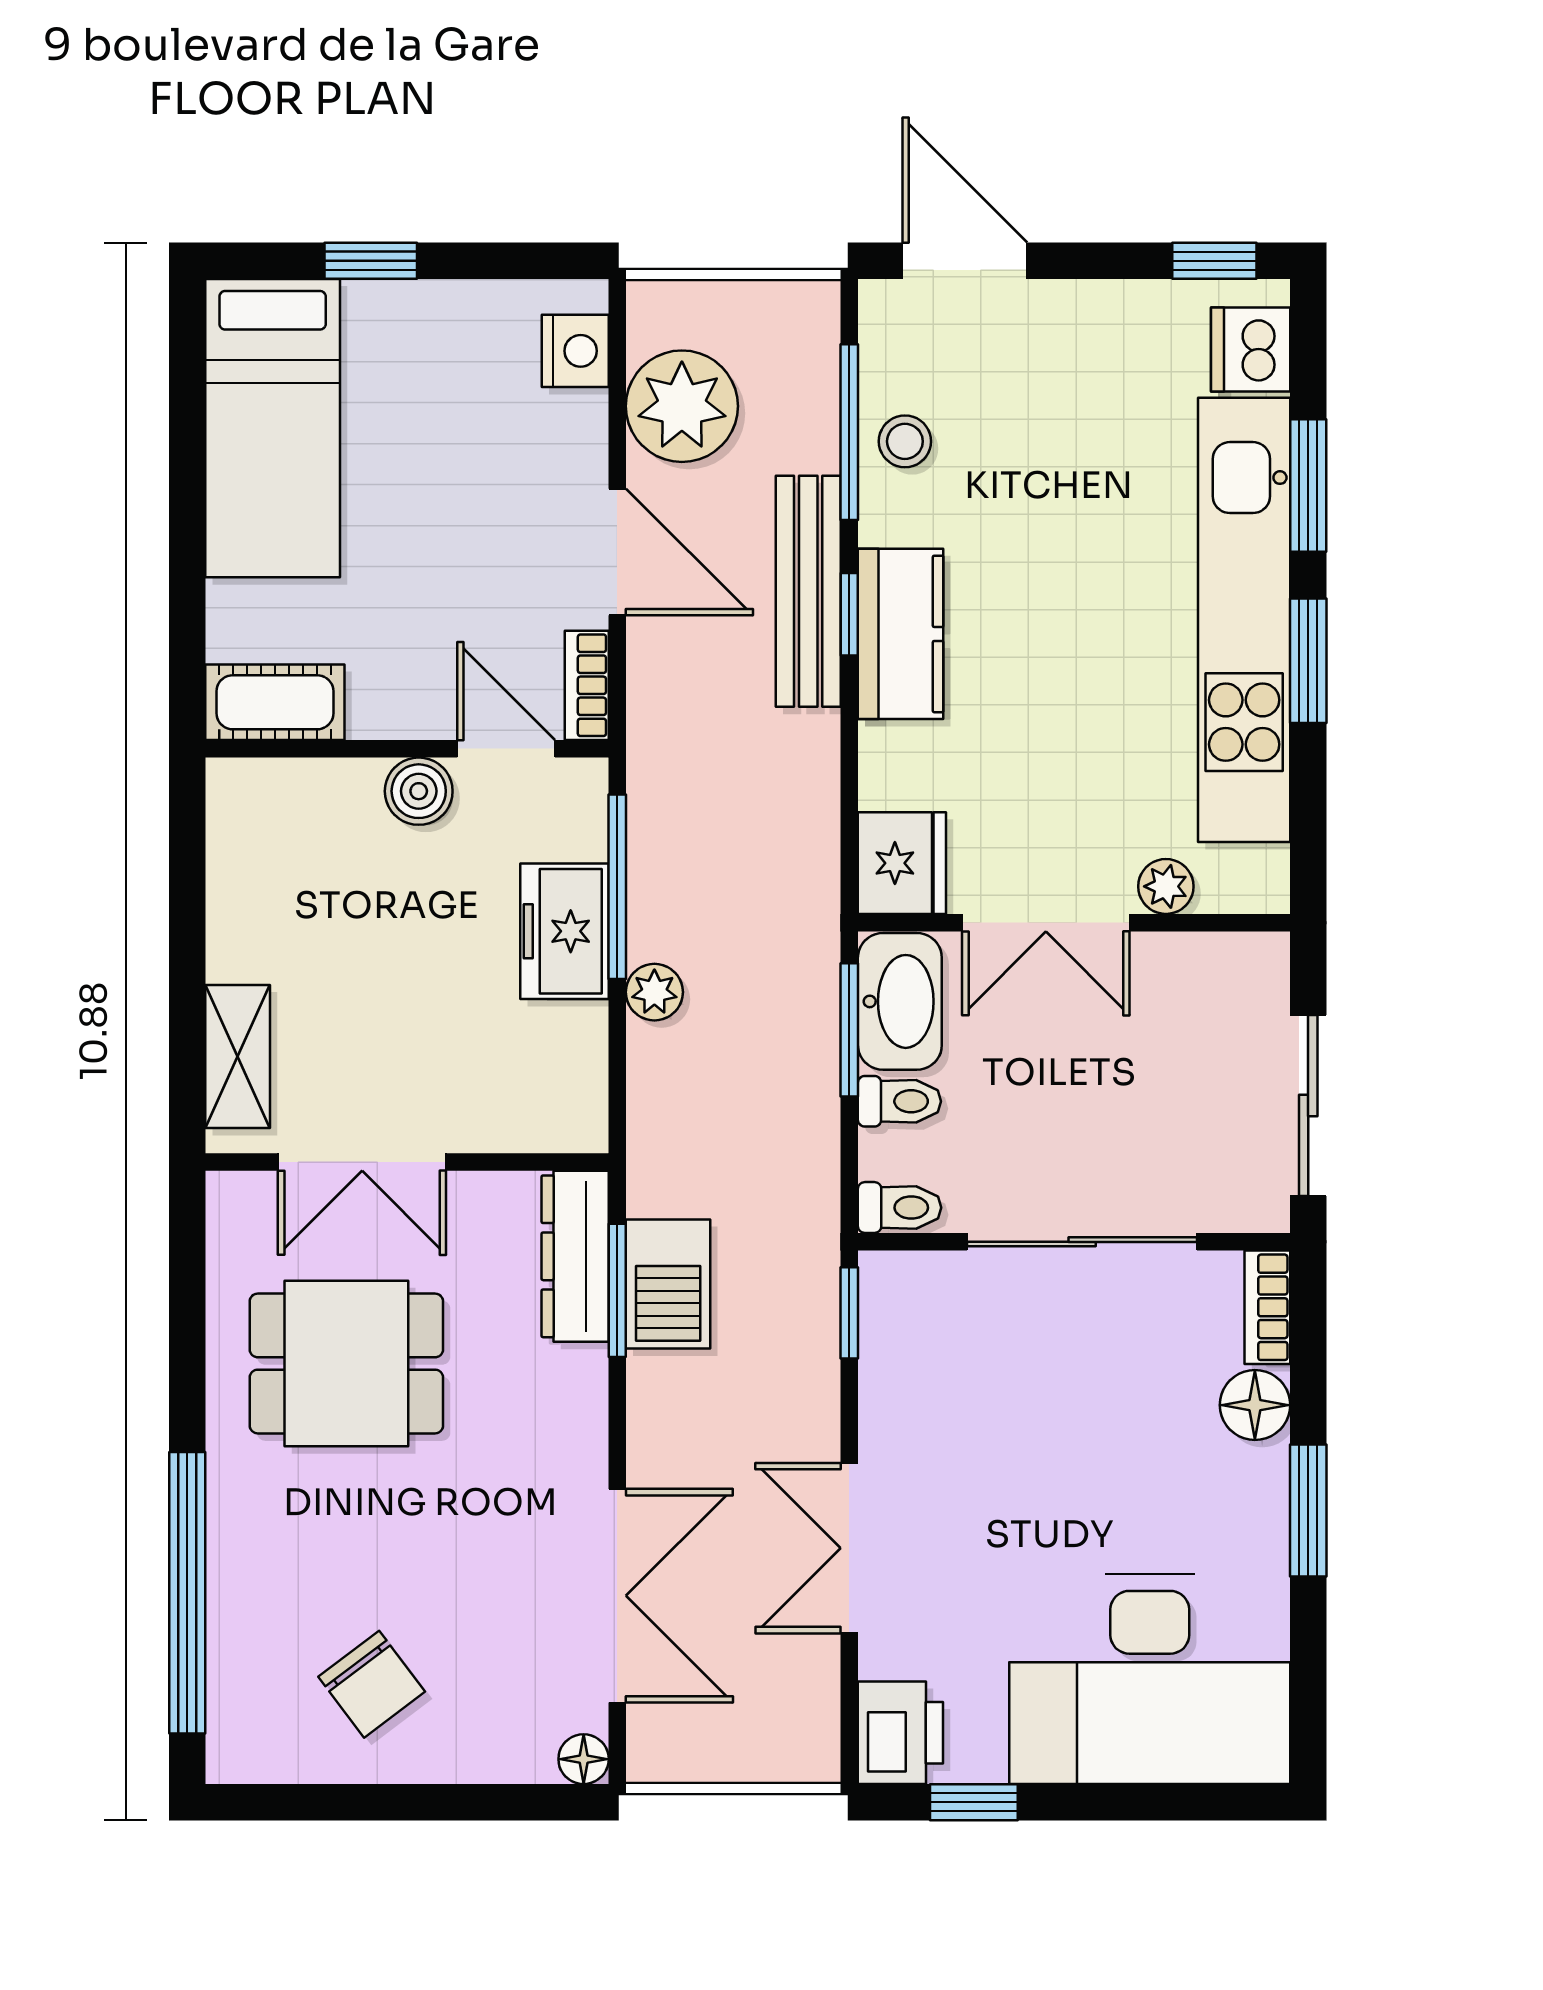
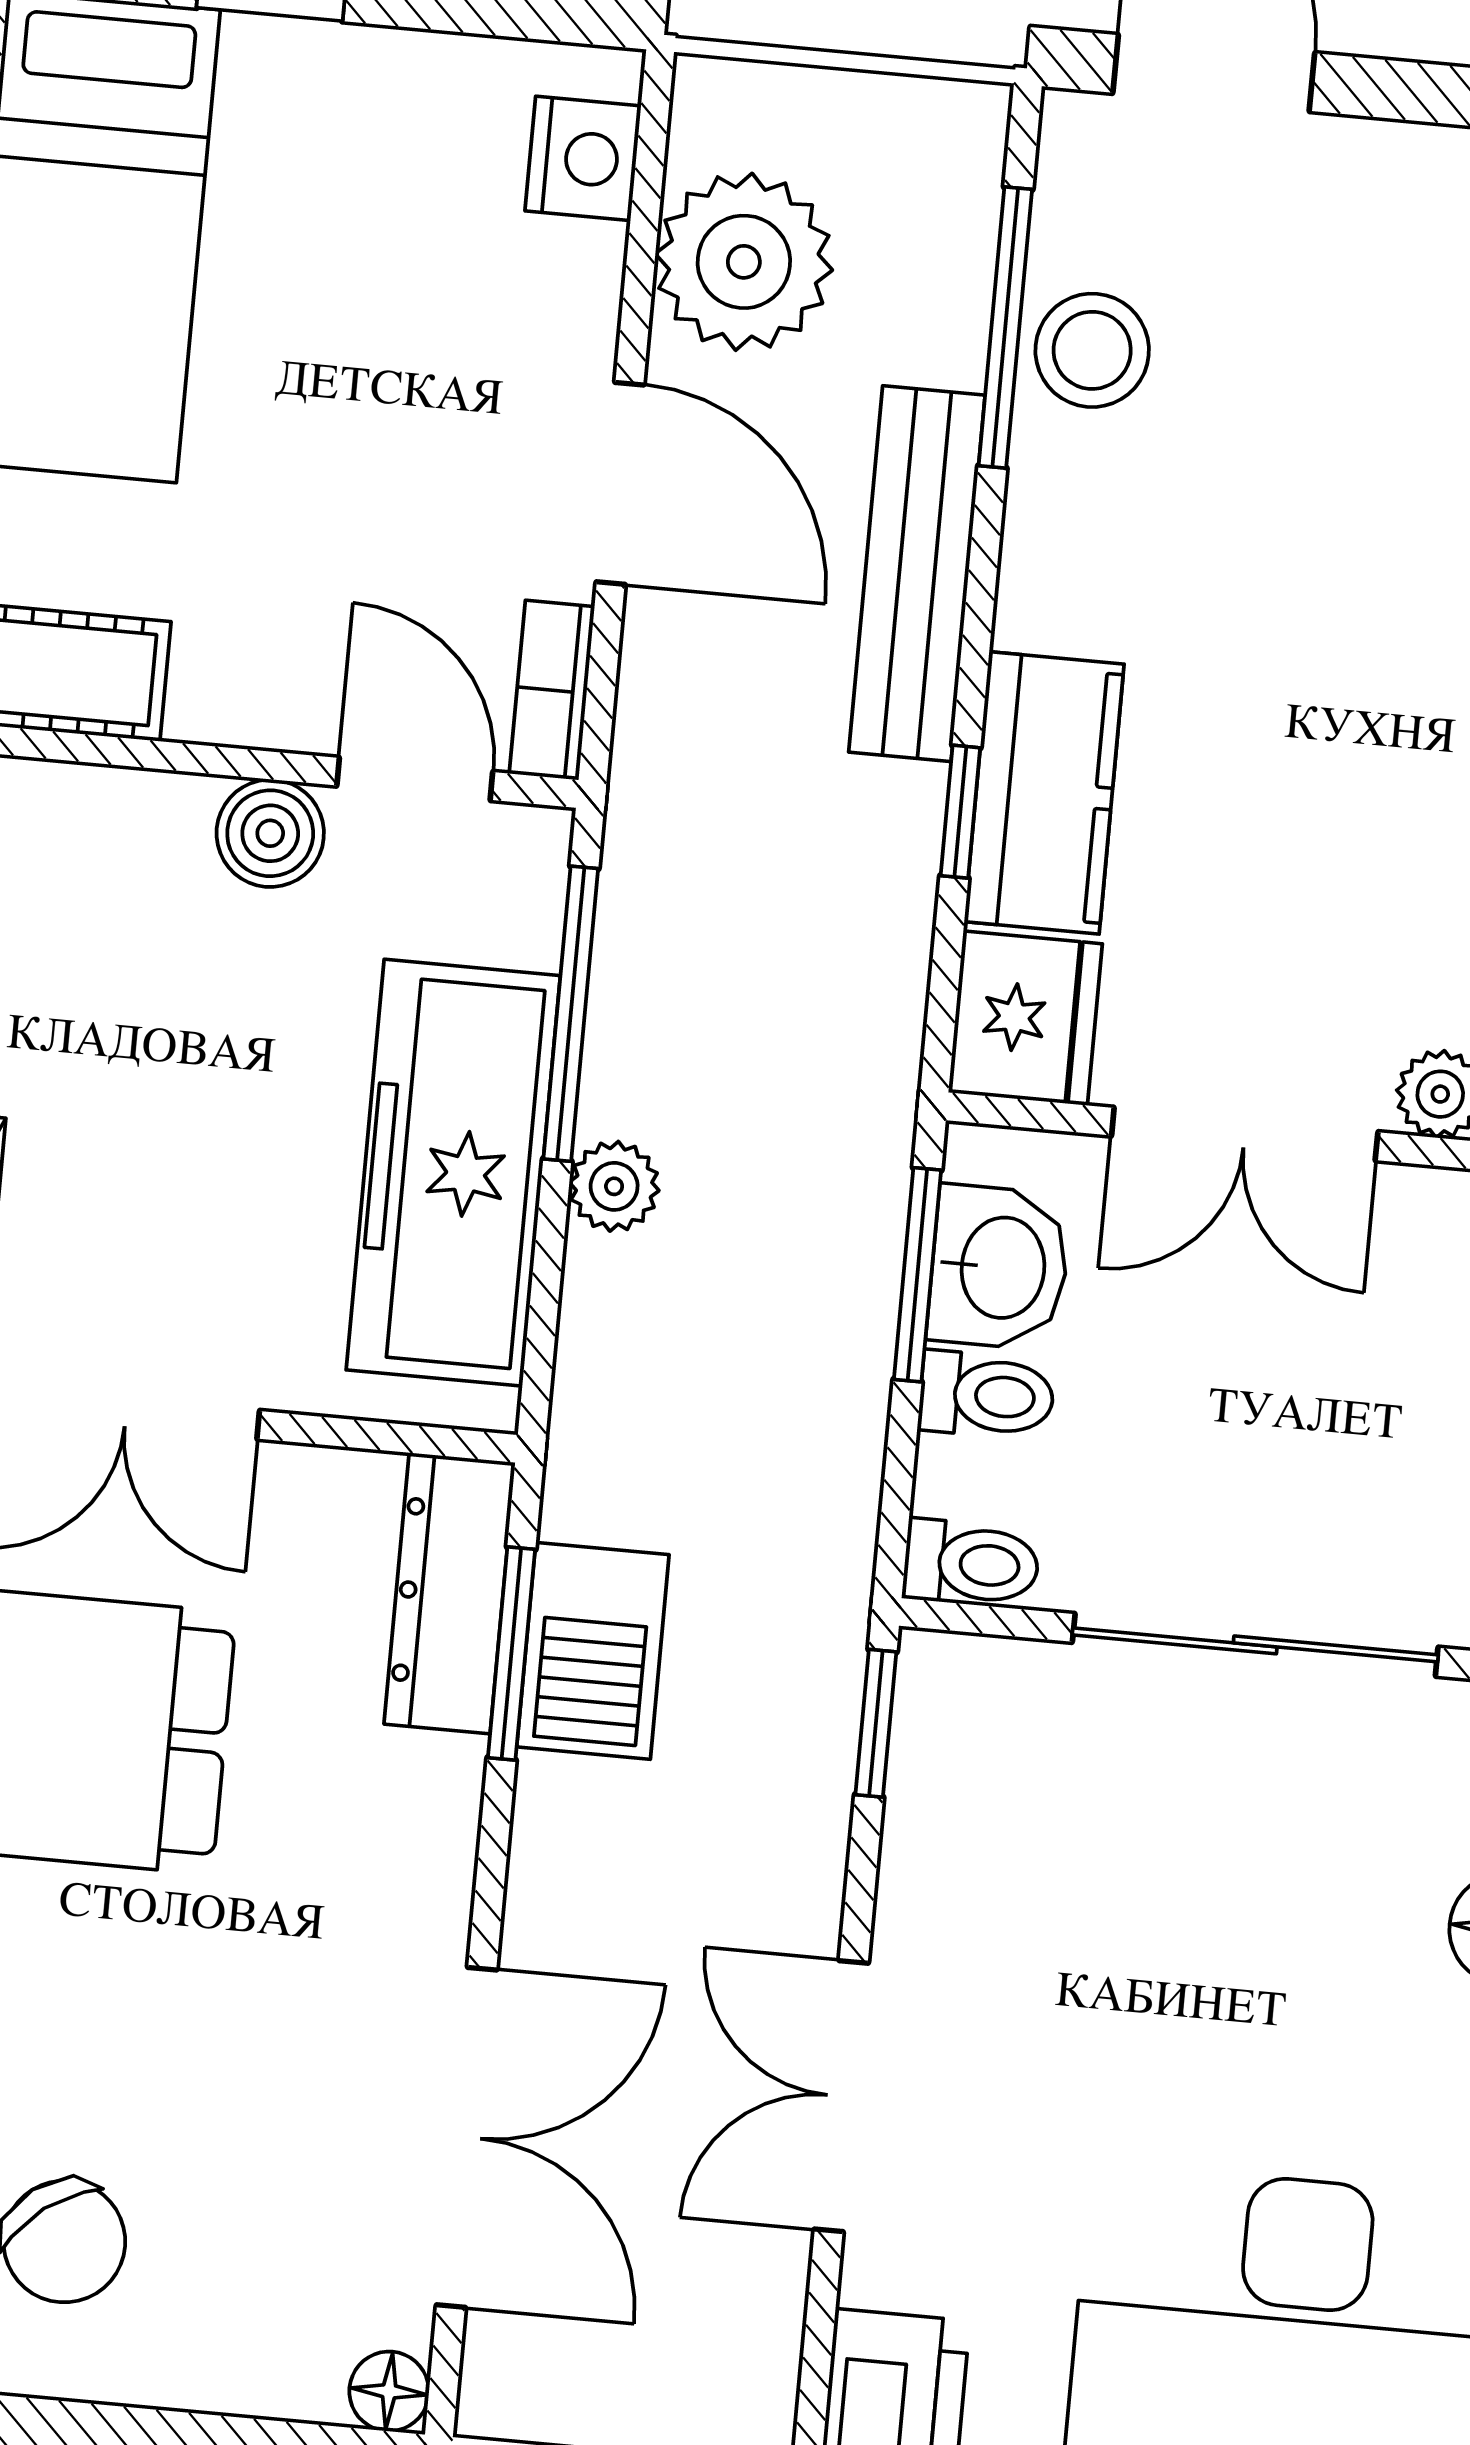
stool: (905, 441) -> (1092, 350), width x1.37, depth x1.37
window: (849, 614) -> (960, 812), moved
kitchen counter: (901, 634) -> (1044, 793), moved
freezer: (564, 931) -> (453, 1173), width x1.91, depth x1.26
washbasin: (900, 1001) -> (999, 1267), width x0.72

